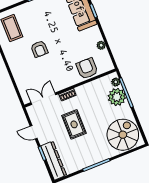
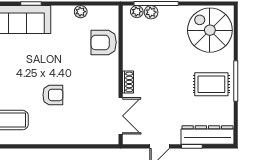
plant: (117, 97) -> (151, 12), width x0.53, depth x0.53
double door: (43, 99) -> (121, 116), swing flipped
rug: (74, 124) -> (211, 84), moved

